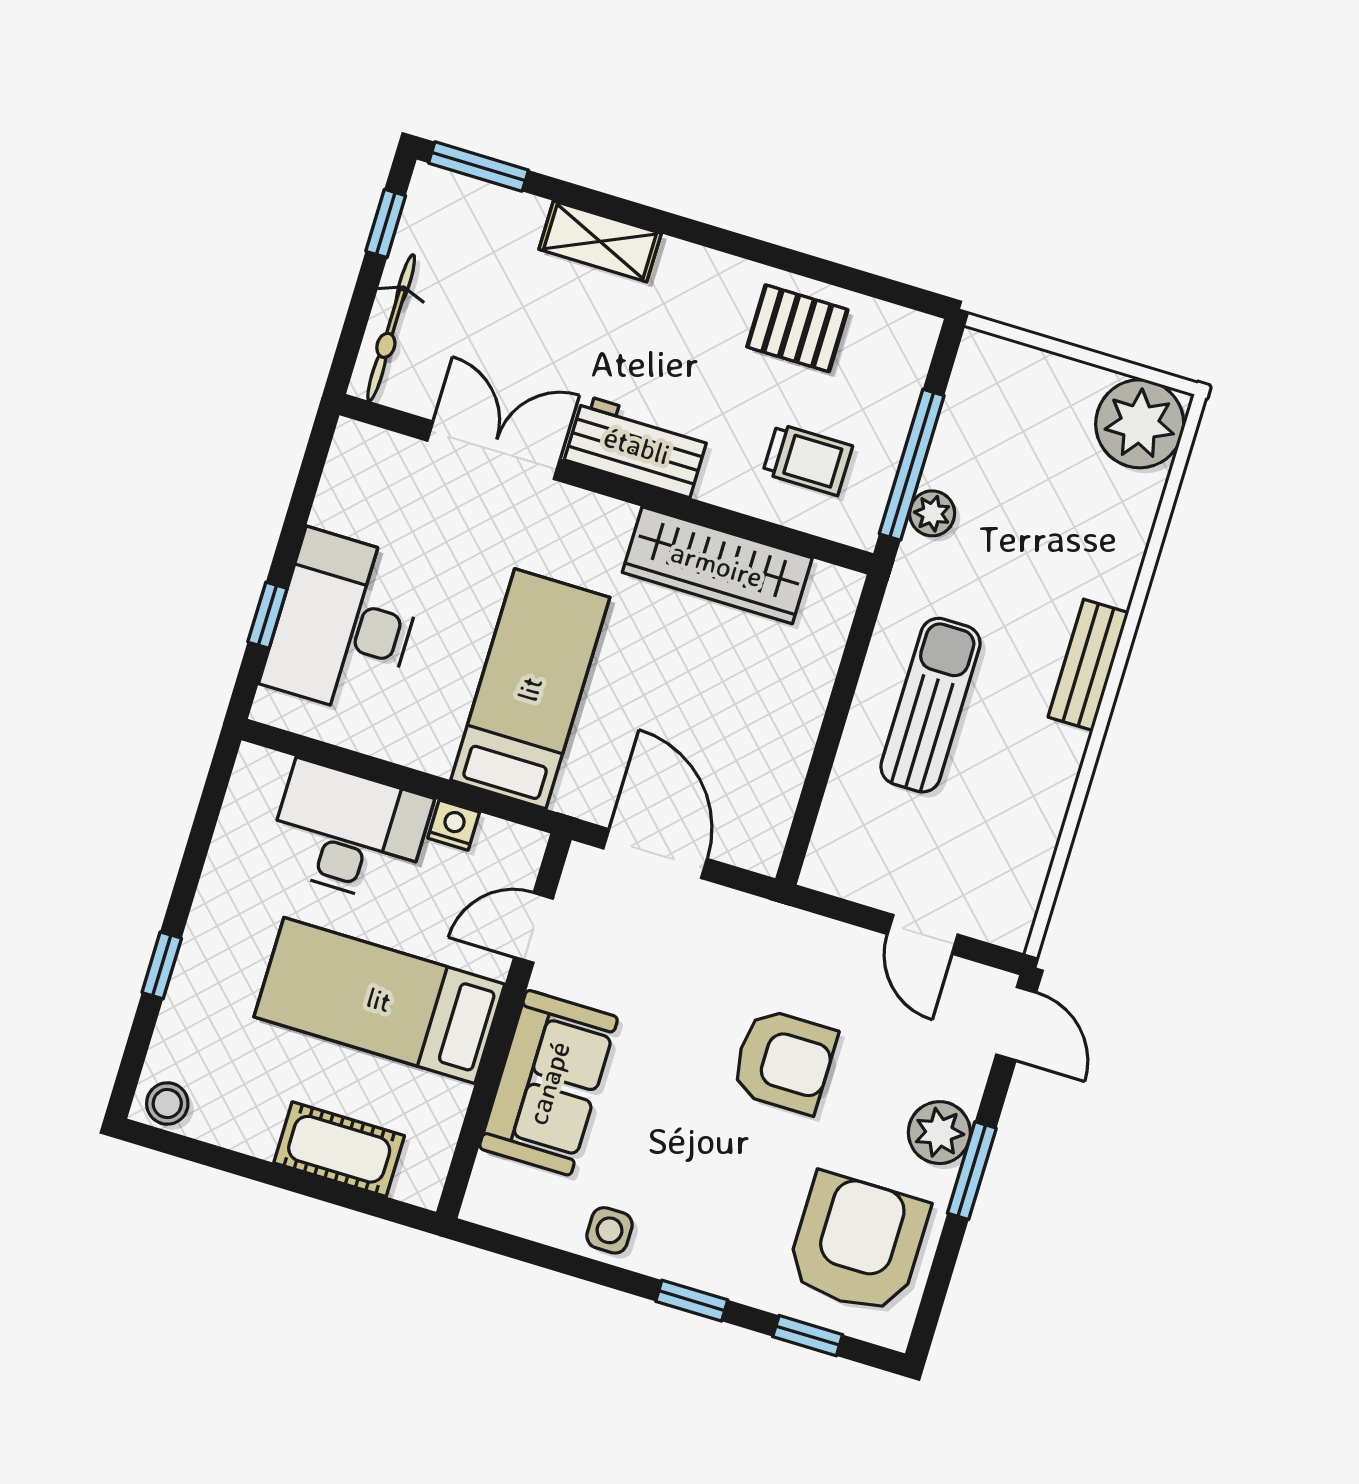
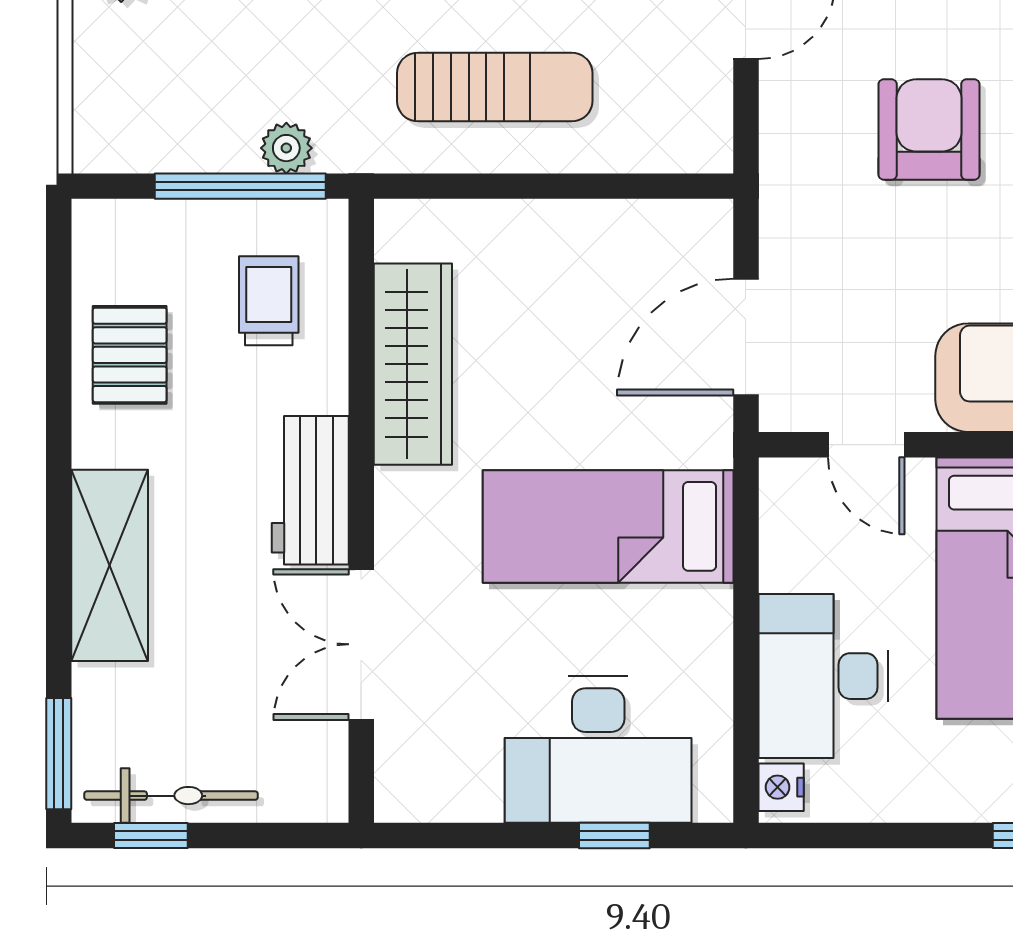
shelving: (600, 241) -> (110, 565), width x1.50, depth x1.33
bicycle: (391, 328) -> (171, 796), moved
sun lounger: (930, 705) -> (495, 87), turned 180
nightstand: (454, 825) -> (781, 787), moved

